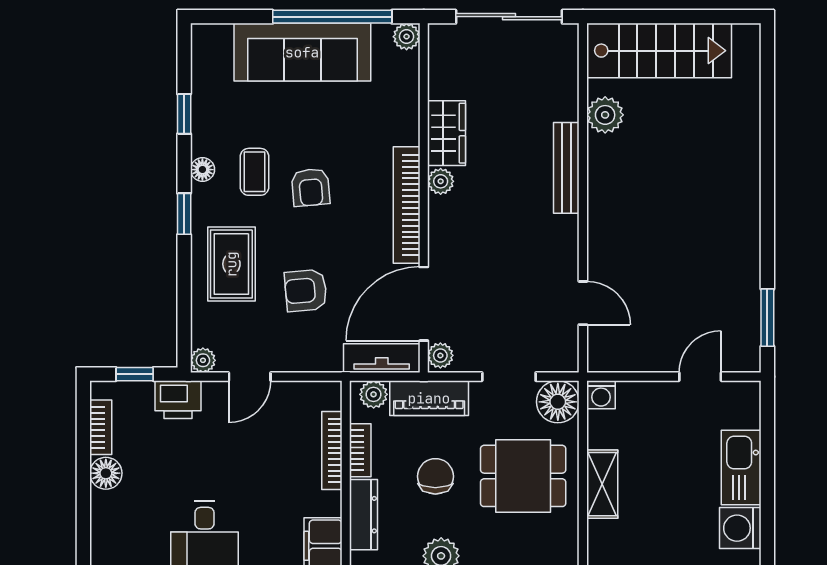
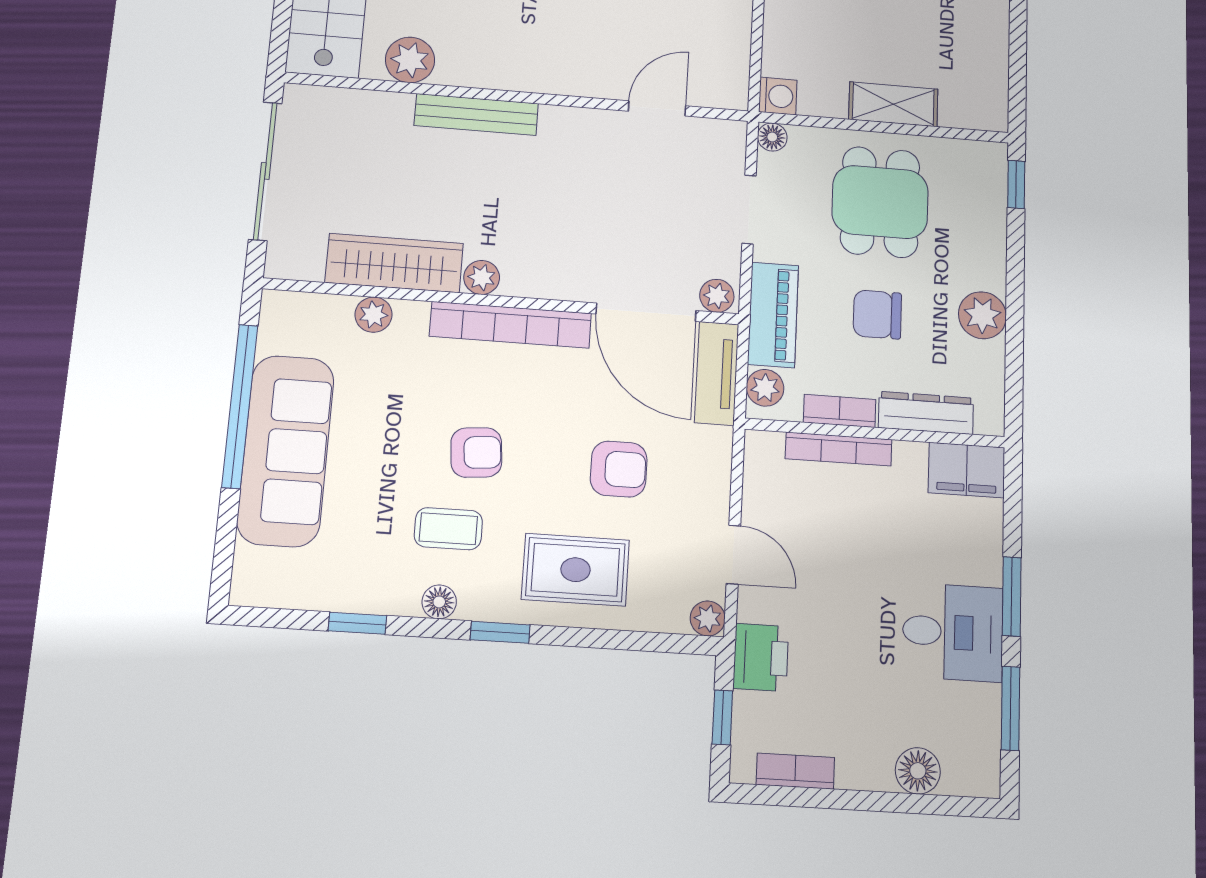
plant: (407, 37) -> (374, 315), moved
wardrobe: (447, 133) -> (394, 263), width x1.50
armchair: (306, 290) -> (619, 469), turned -85
floor lamp: (558, 402) -> (772, 137), width x0.53, depth x0.53
floor lamp: (106, 473) -> (918, 771), moved

